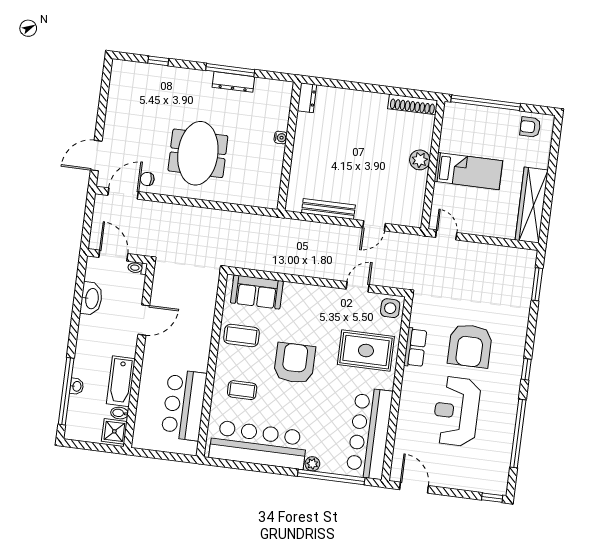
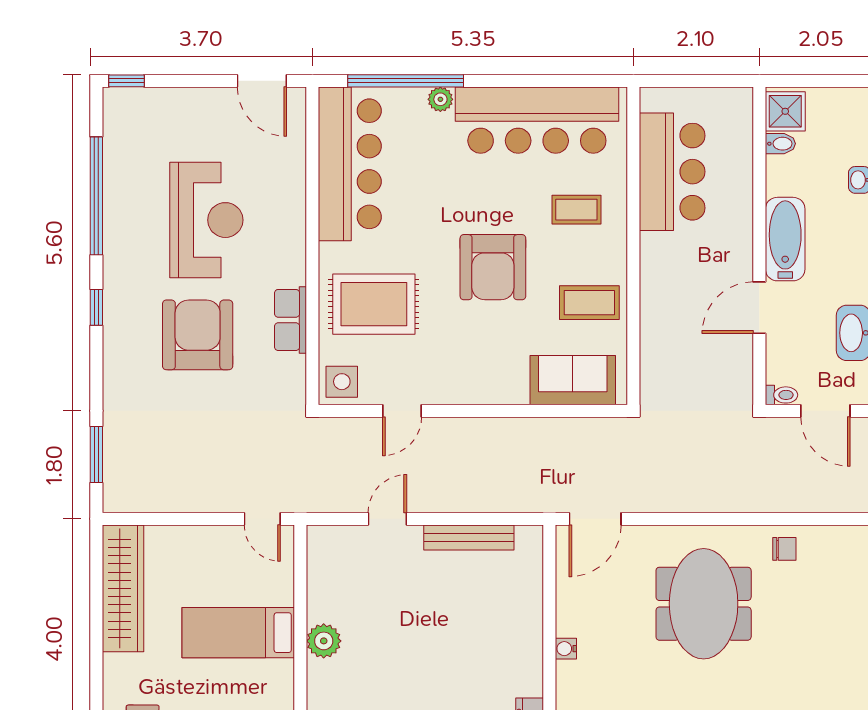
door: (123, 194) -> (595, 519), moved
bathtub: (121, 381) -> (785, 239), moved

